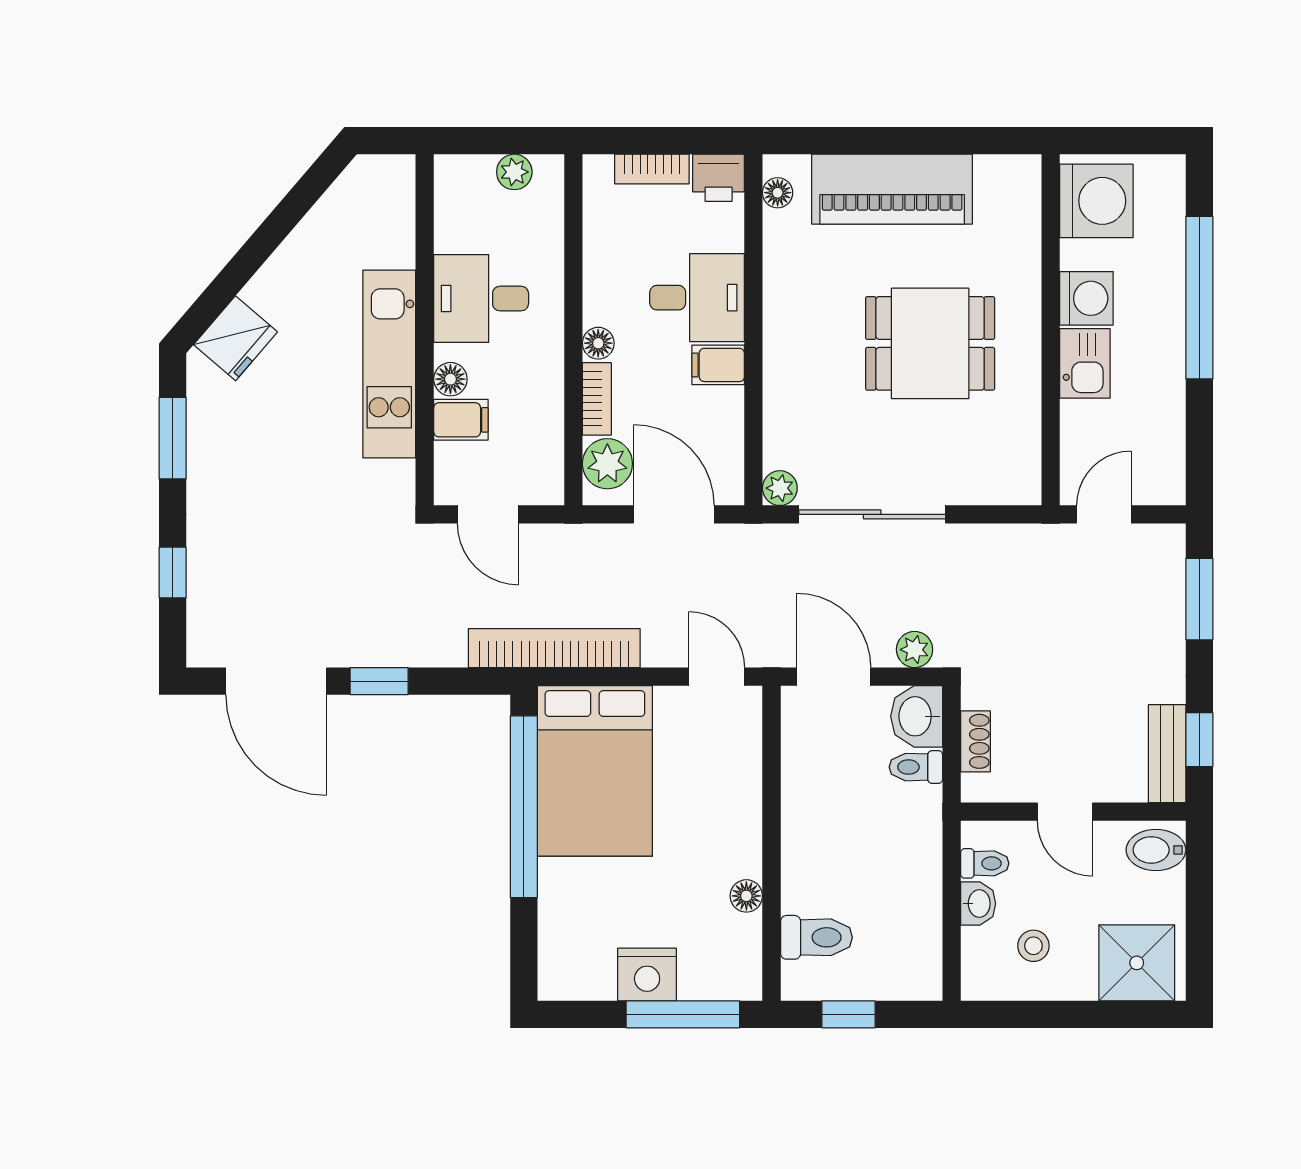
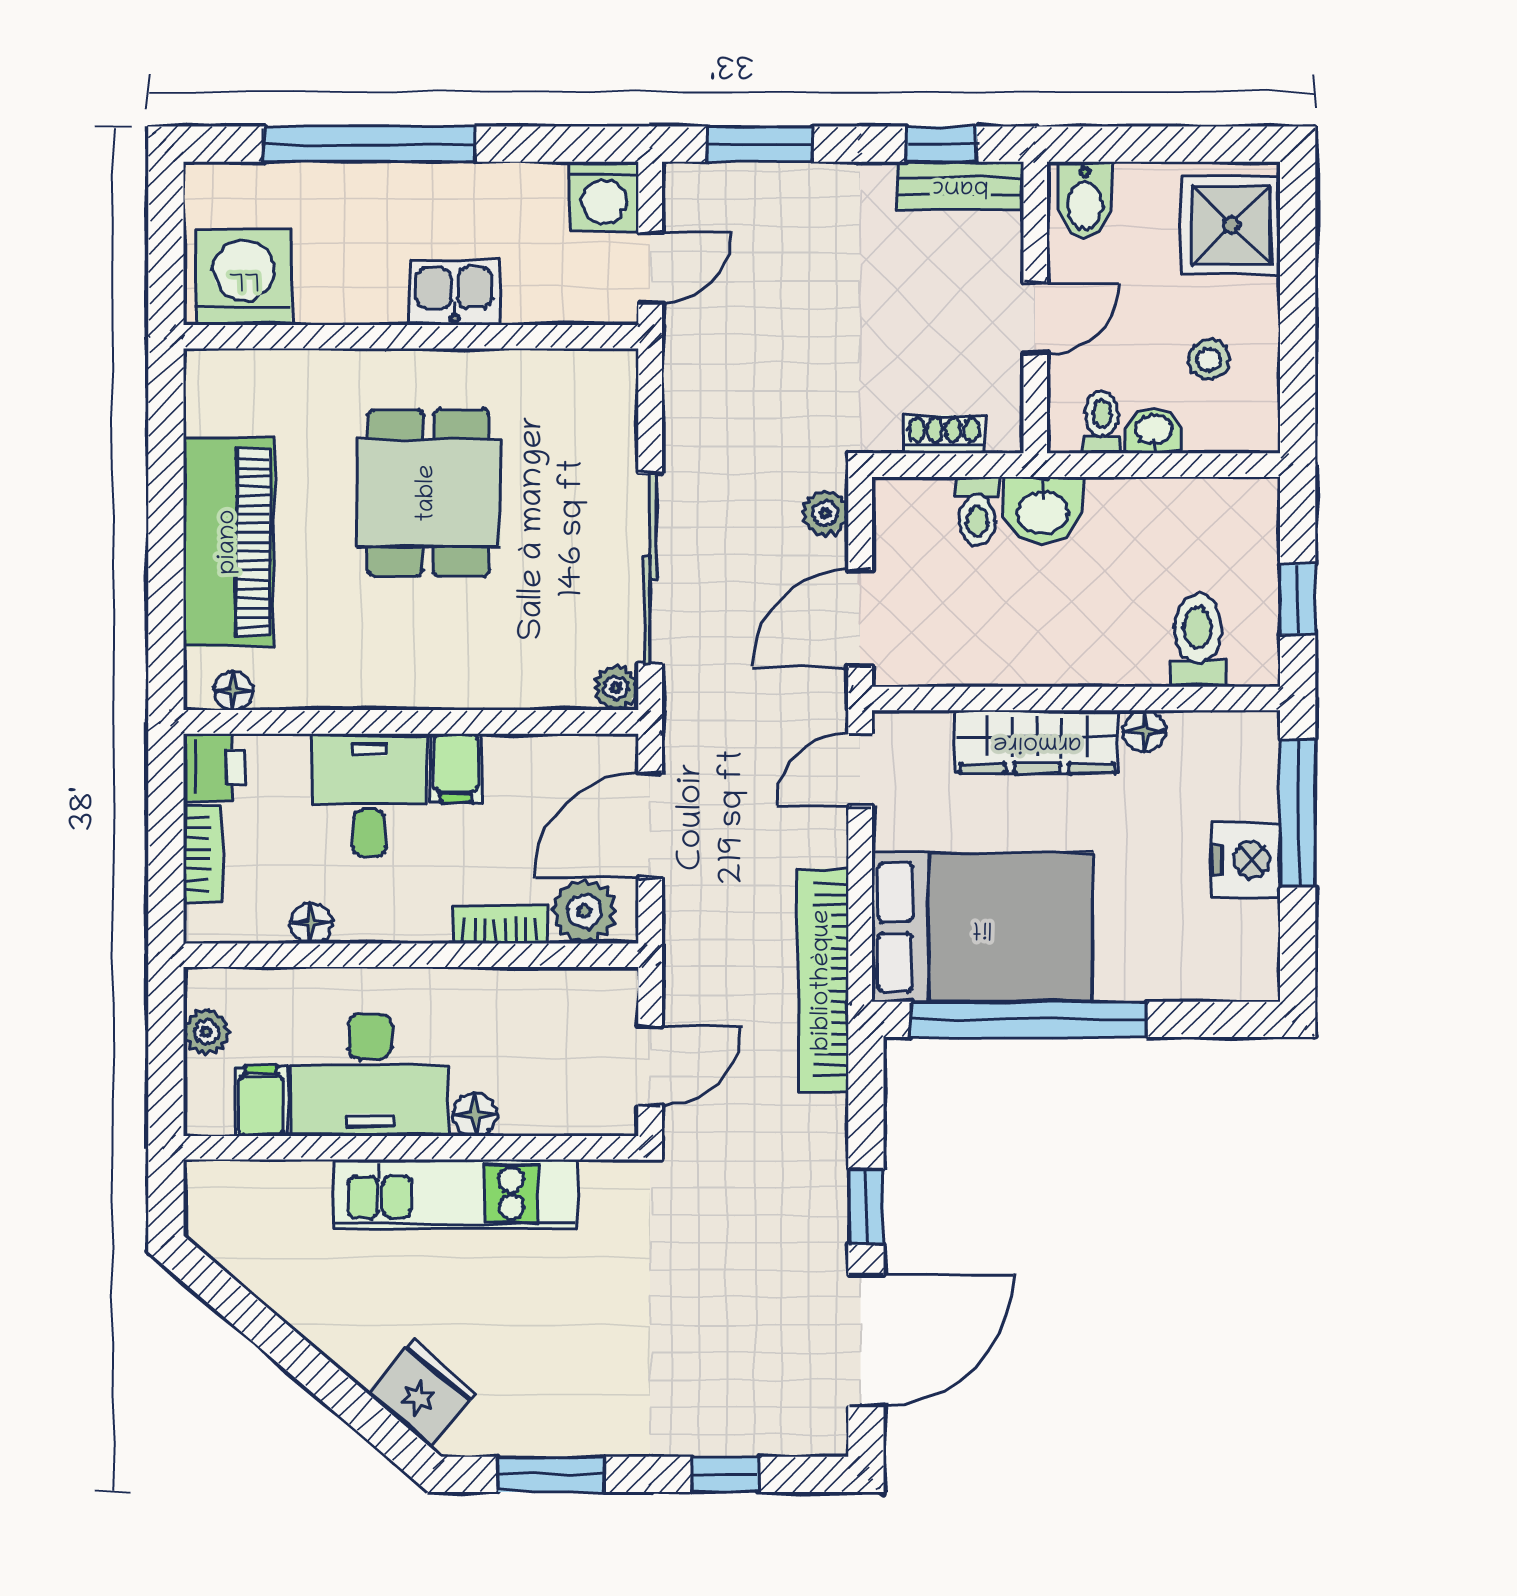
washing machine: (1086, 298) -> (604, 196), moved, turned 180
desk: (481, 299) -> (370, 1075), width x1.37
floor lamp: (598, 343) -> (311, 923), moved
filing cabinet: (461, 420) -> (261, 1101), moved
door: (1104, 514) -> (650, 268), swing flipped
washbasin: (917, 716) -> (1043, 510), moved
wardrobe: (738, 813) -> (1037, 742), added

